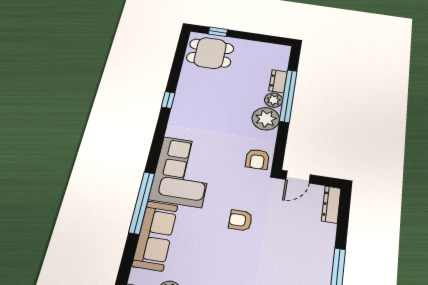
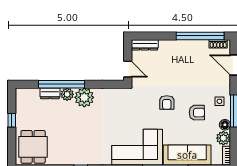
window: (218, 32) -> (12, 120), moved
armchair: (257, 159) -> (197, 113), moved

